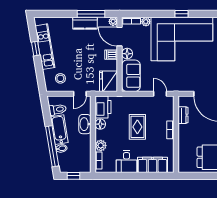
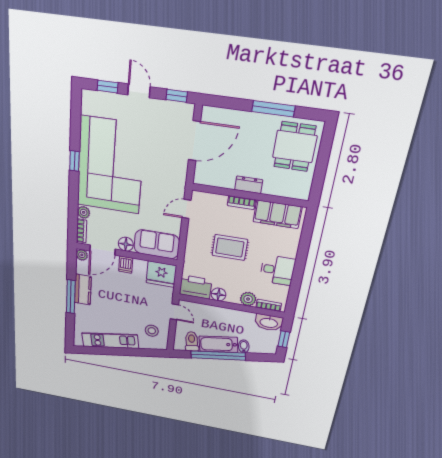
window: (91, 14) -> (71, 297), moved
window: (36, 49) -> (112, 351), removed
dresser: (183, 115) -> (249, 185), moved
washbasin: (85, 124) -> (269, 322), moved
window: (52, 146) -> (218, 355), moved
filing cabinet: (152, 165) -> (277, 214), moved, turned -90

